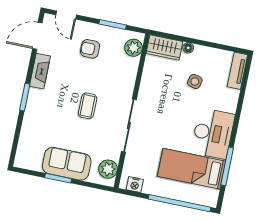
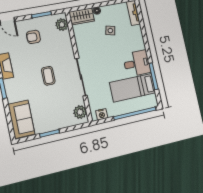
desk: (213, 133) -> (137, 63), width x0.73
sofa: (67, 164) -> (21, 119), moved, turned 90

